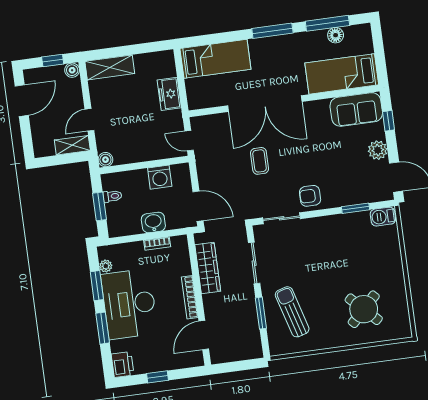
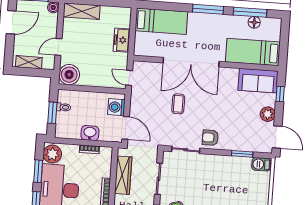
shelving: (72, 145) -> (29, 62), moved
boiler: (105, 160) -> (69, 75), width x1.86, depth x1.86
washing machine: (160, 177) -> (116, 107), moved, turned 90
plant: (106, 266) -> (52, 154), width x1.87, depth x1.87

